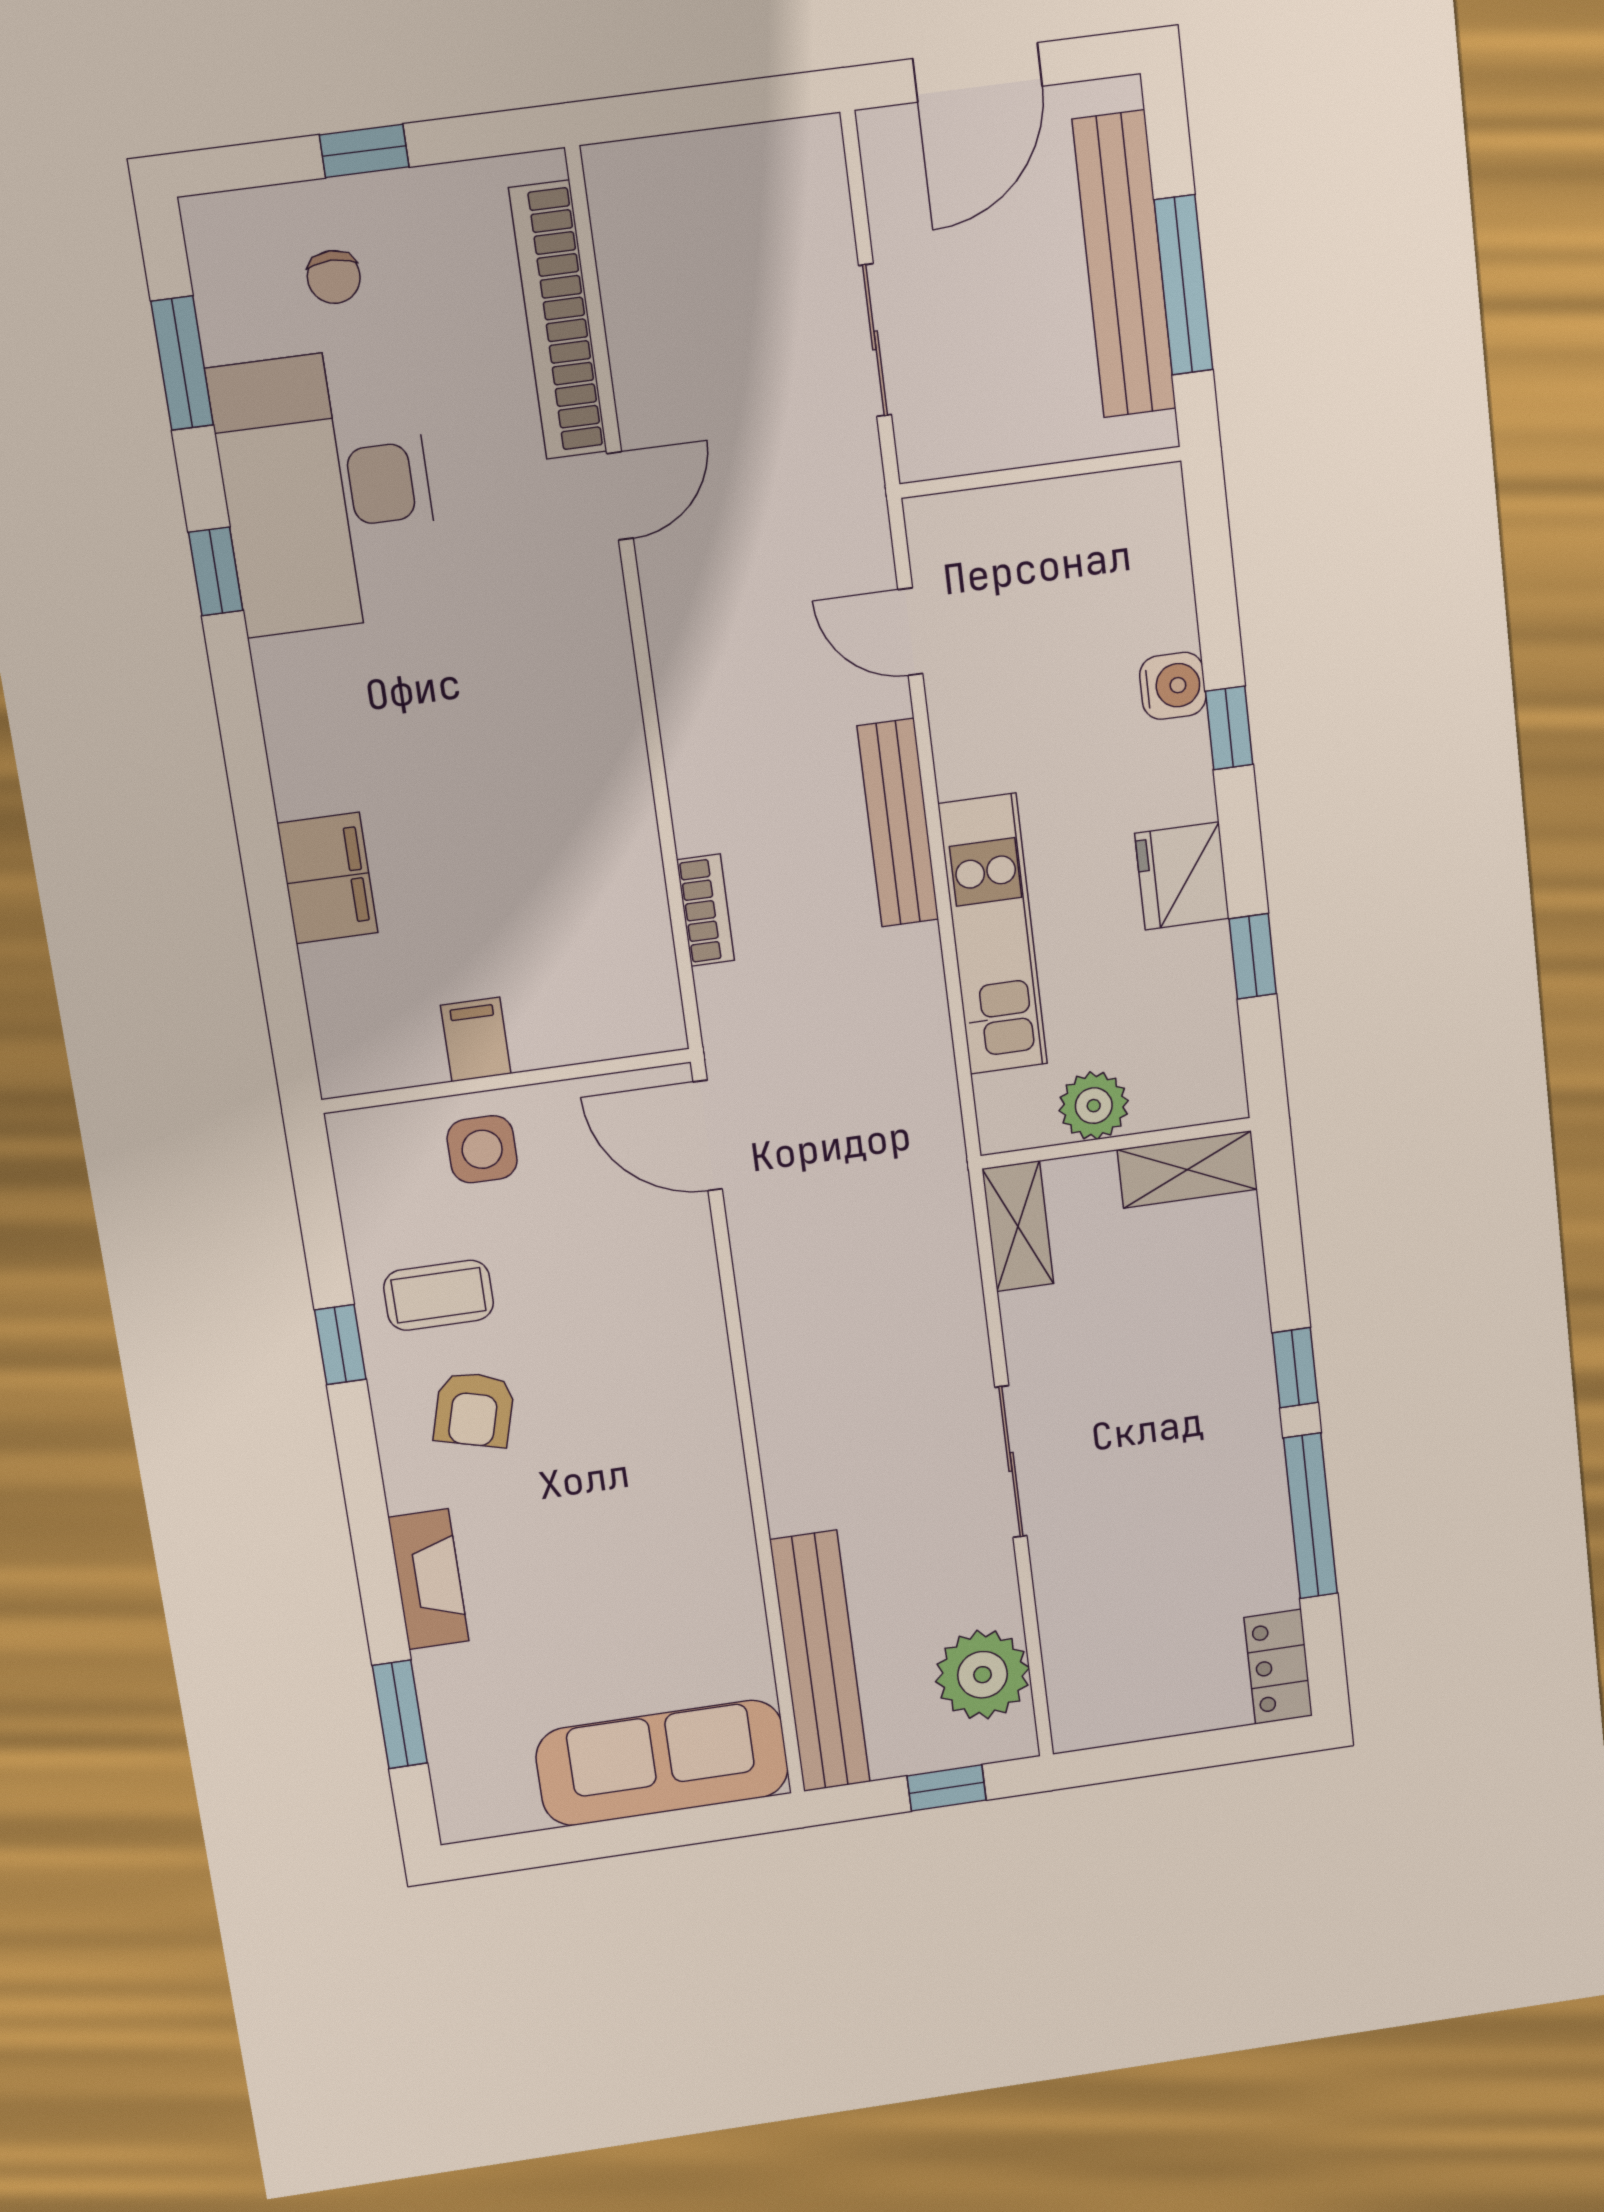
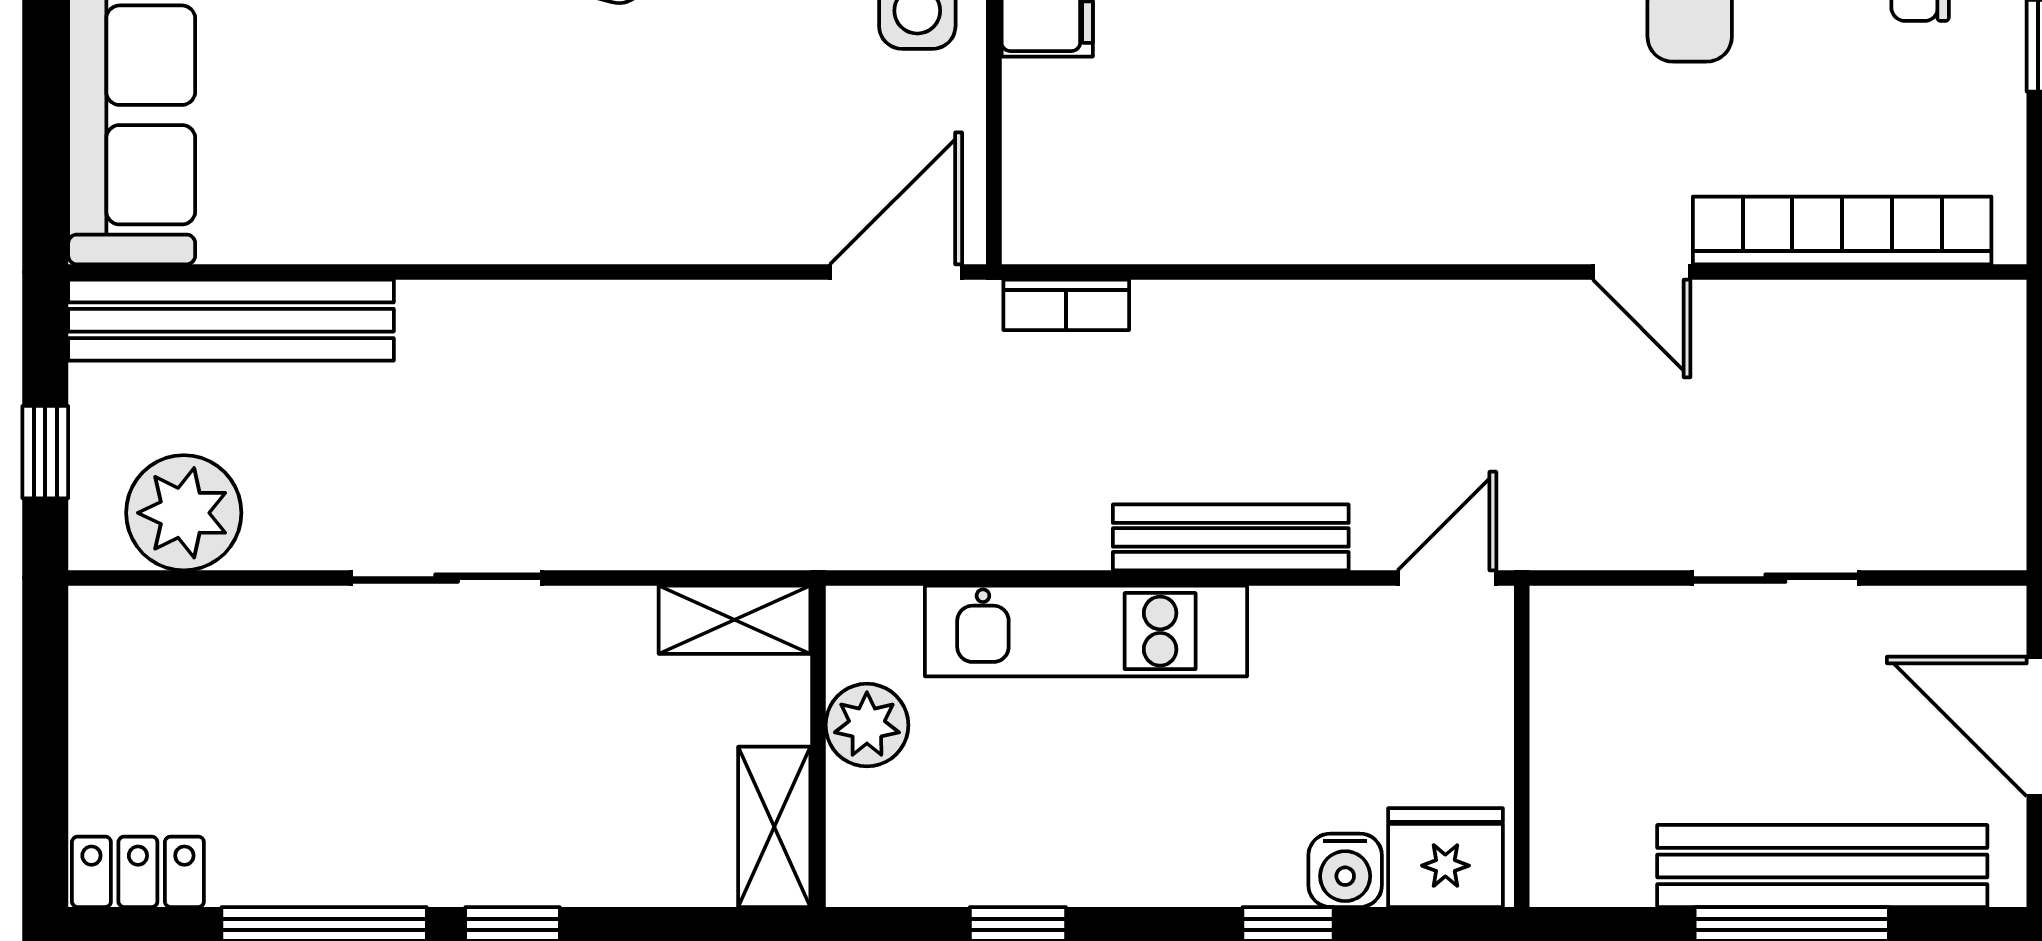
wall: (1041, 472) -> (1522, 746), moved
fridge: (1182, 876) -> (1445, 858), moved
bookcase: (706, 910) -> (1066, 305), moved

